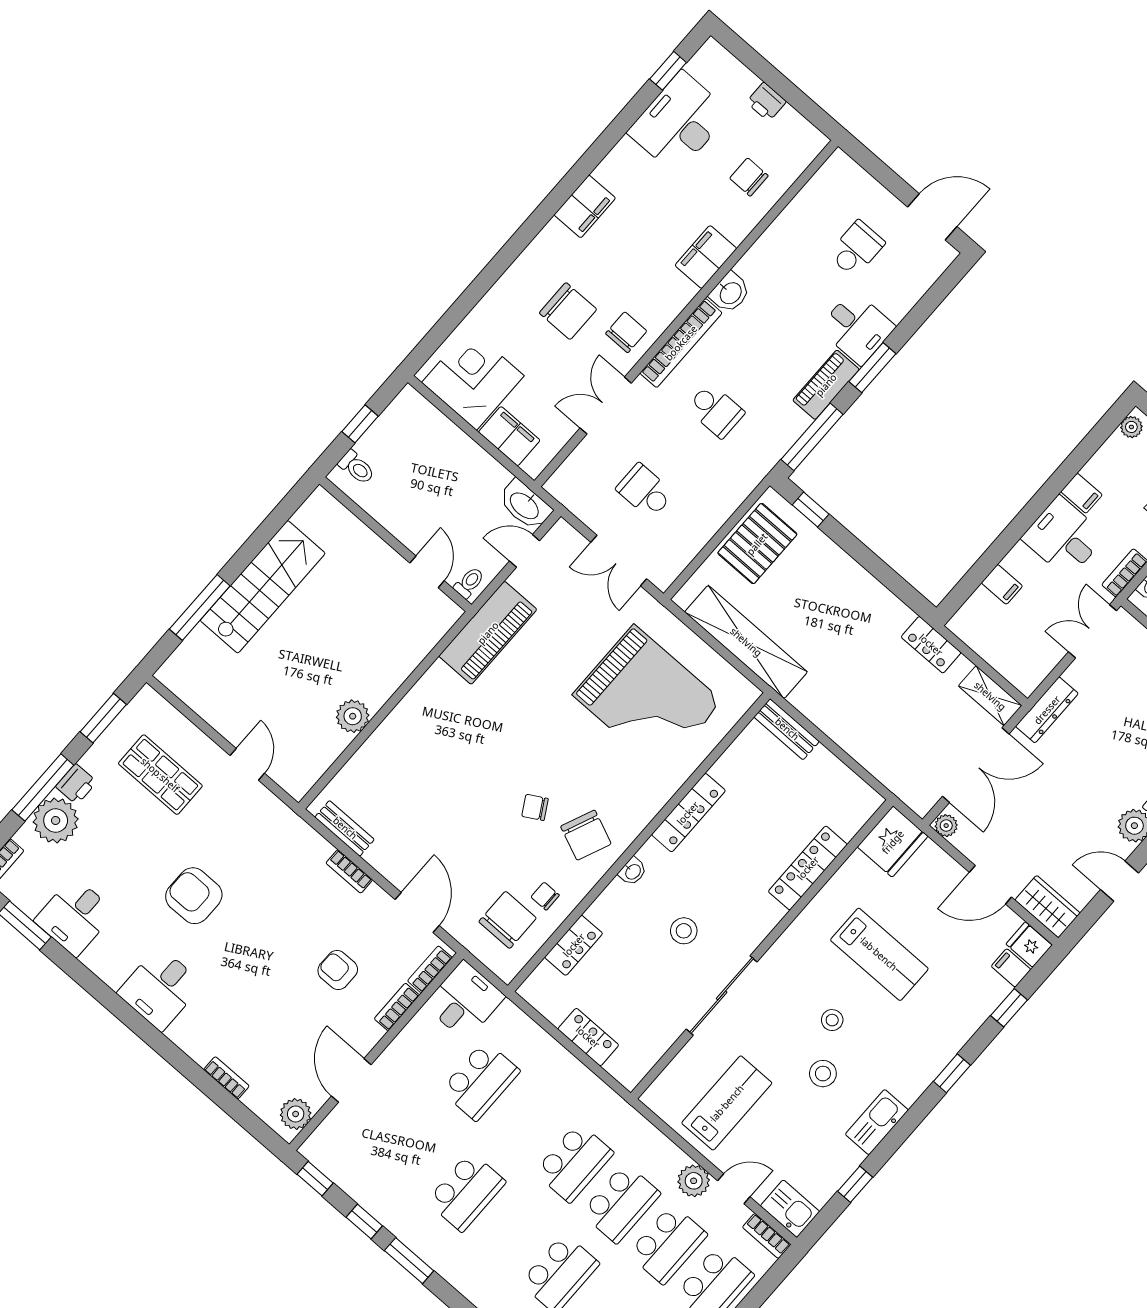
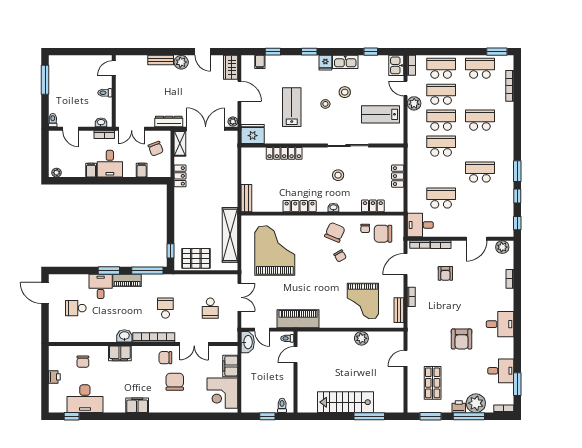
chair: (1019, 644) -> (156, 149), added
grand piano: (418, 778) -> (363, 301), added
fridge: (1029, 945) -> (325, 63), moved

